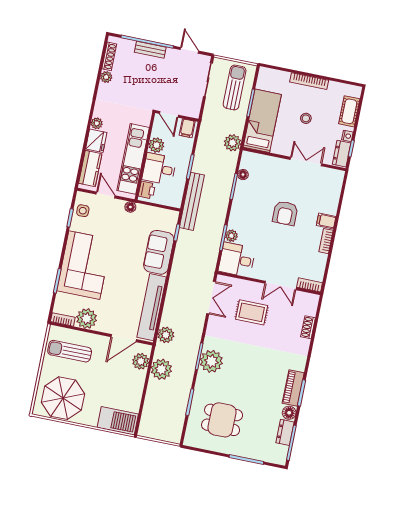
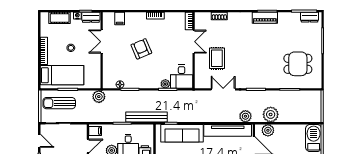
door: (189, 50) -> (39, 141), swing flipped
bed: (262, 121) -> (62, 75), moved, turned 180
armchair: (285, 213) -> (141, 49), turned -113
filing cabinet: (326, 221) -> (120, 18), moved
sofa: (159, 252) -> (182, 133), width x1.36
double door: (211, 298) -> (223, 89), moved
plant: (211, 361) -> (258, 80), removed
floor lamp: (289, 413) -> (283, 17), removed
dining table: (222, 420) -> (298, 64), turned 90
dresser: (285, 432) -> (310, 17), moved

